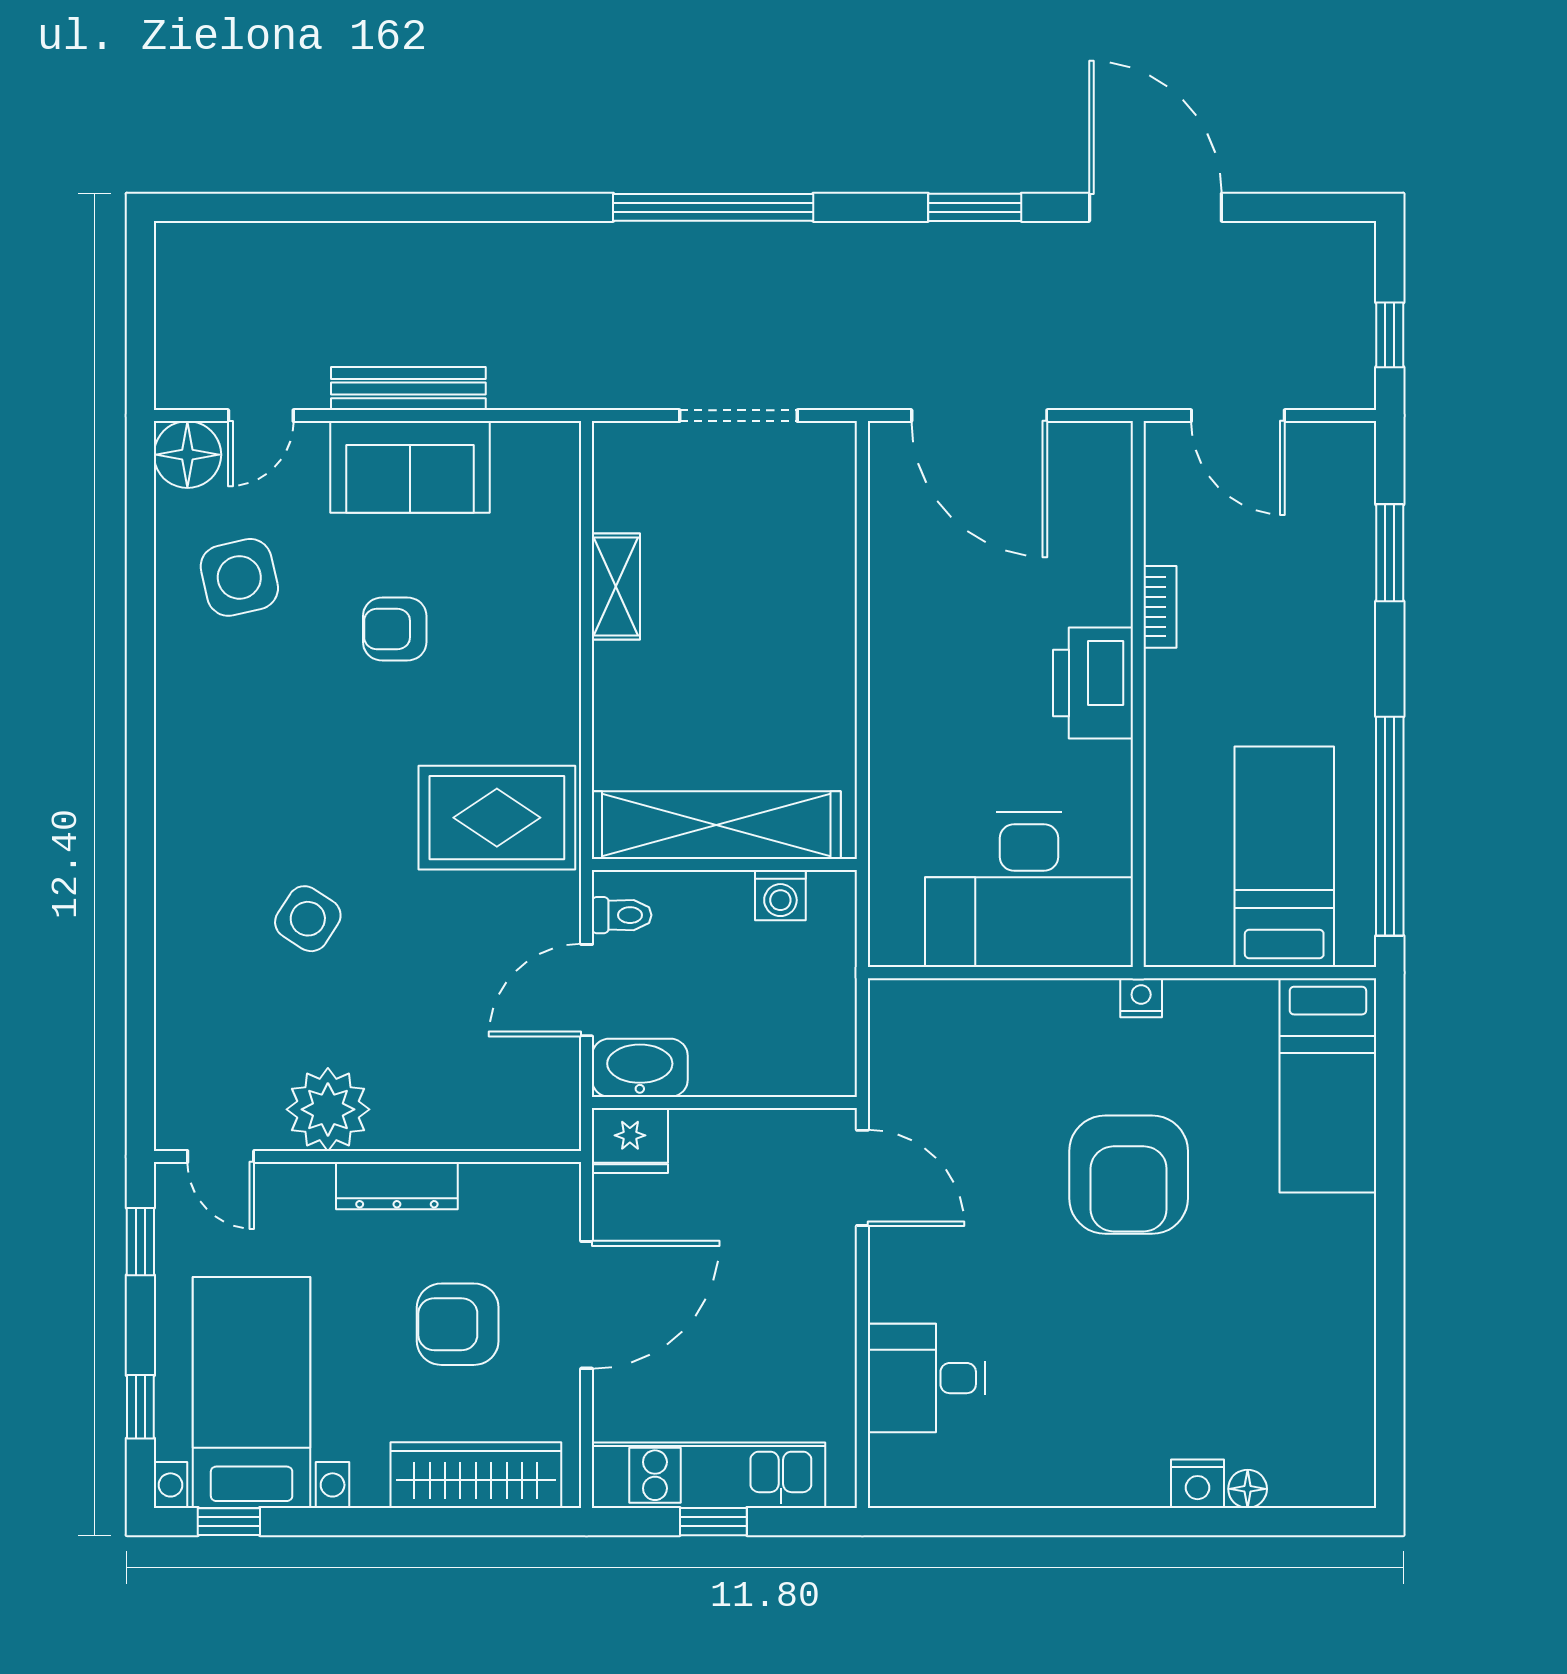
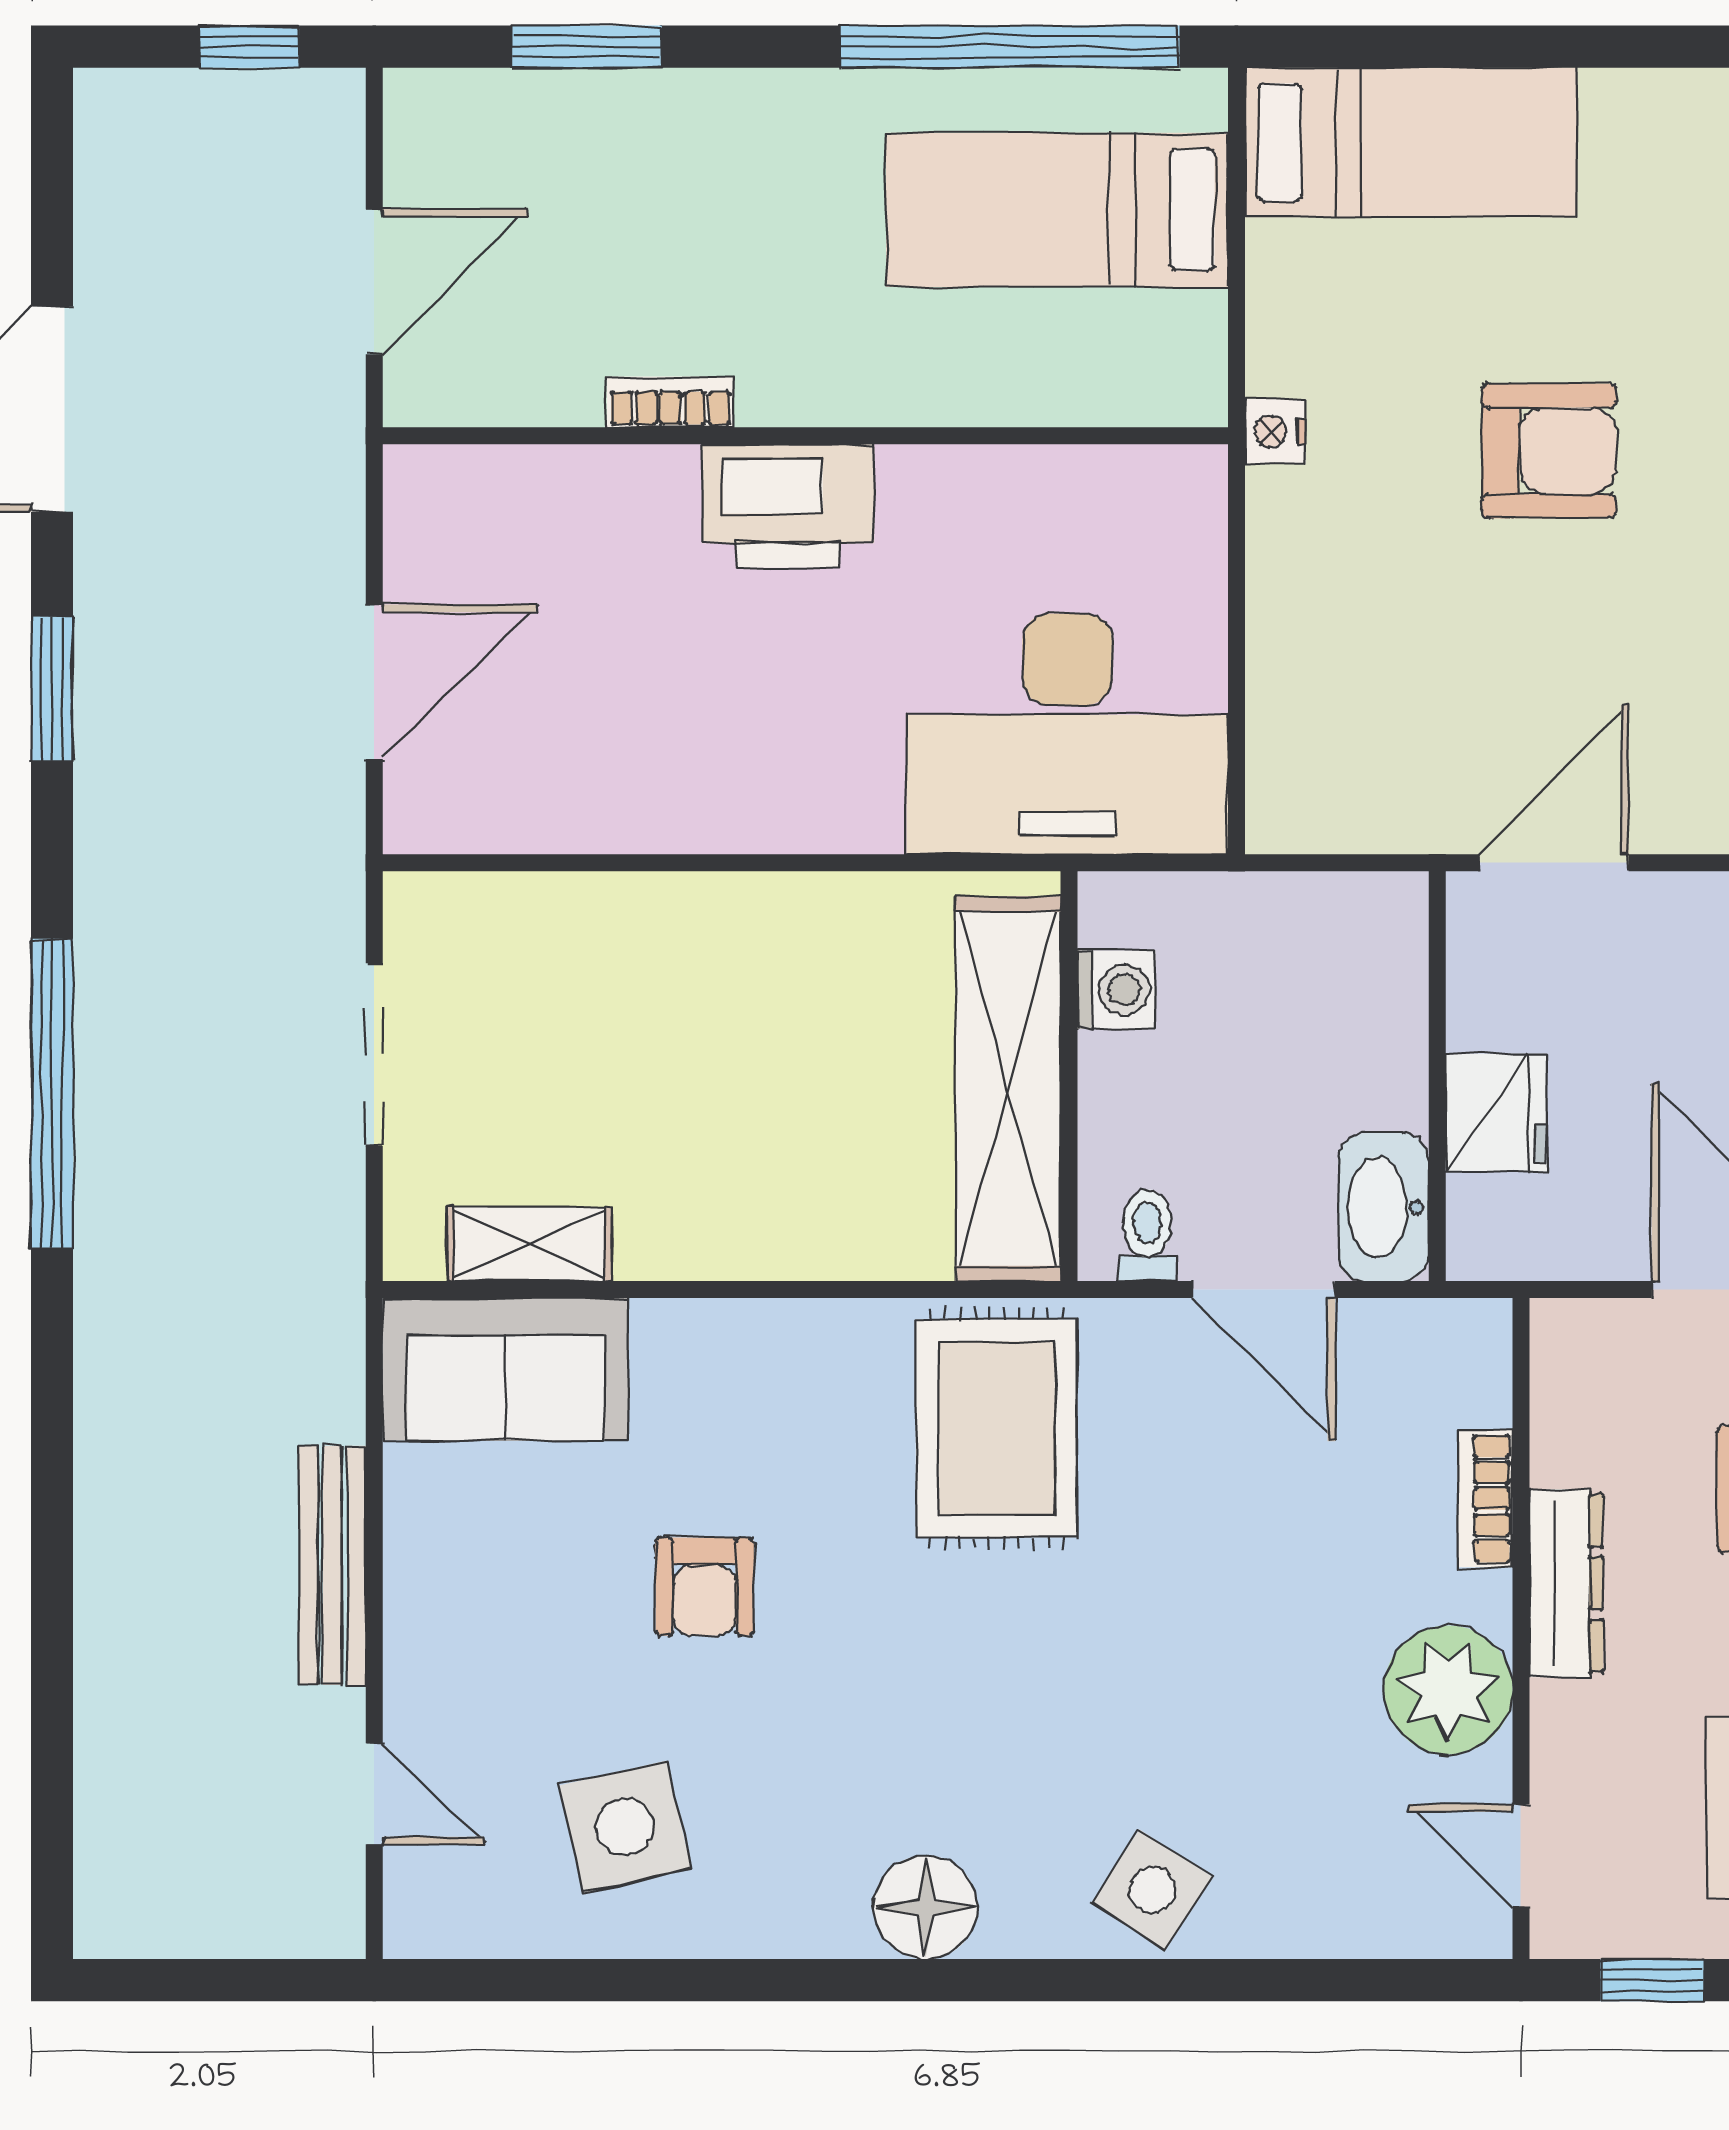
door: (979, 416) -> (374, 682), width x0.73
floor lamp: (187, 455) -> (926, 1907), moved
sofa: (410, 467) -> (506, 1369), moved, turned 90
shelving: (616, 587) -> (529, 1244), moved
desk: (1029, 889) -> (1067, 734), moved, turned 90
side table: (308, 919) -> (1152, 1890), moved
bookcase: (451, 1133) -> (1485, 1499), added
fridge: (630, 1141) -> (1496, 1113), moved
door: (221, 1157) -> (1521, 1856), swing flipped
armchair: (1129, 1175) -> (1549, 451), width x0.73, depth x0.73

